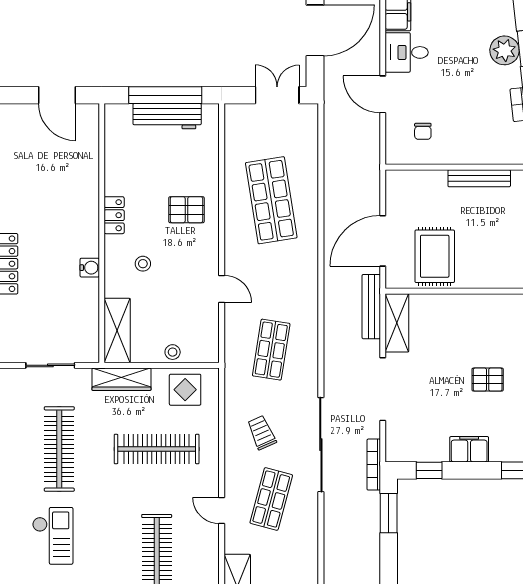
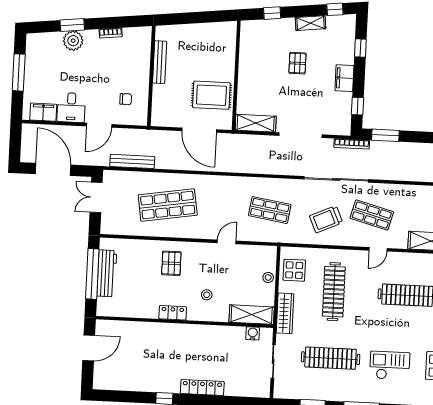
water cooler: (90, 268) -> (253, 333), moved
bench: (371, 307) -> (132, 161), moved
trolley: (262, 433) -> (326, 219), width x1.36, depth x1.39

